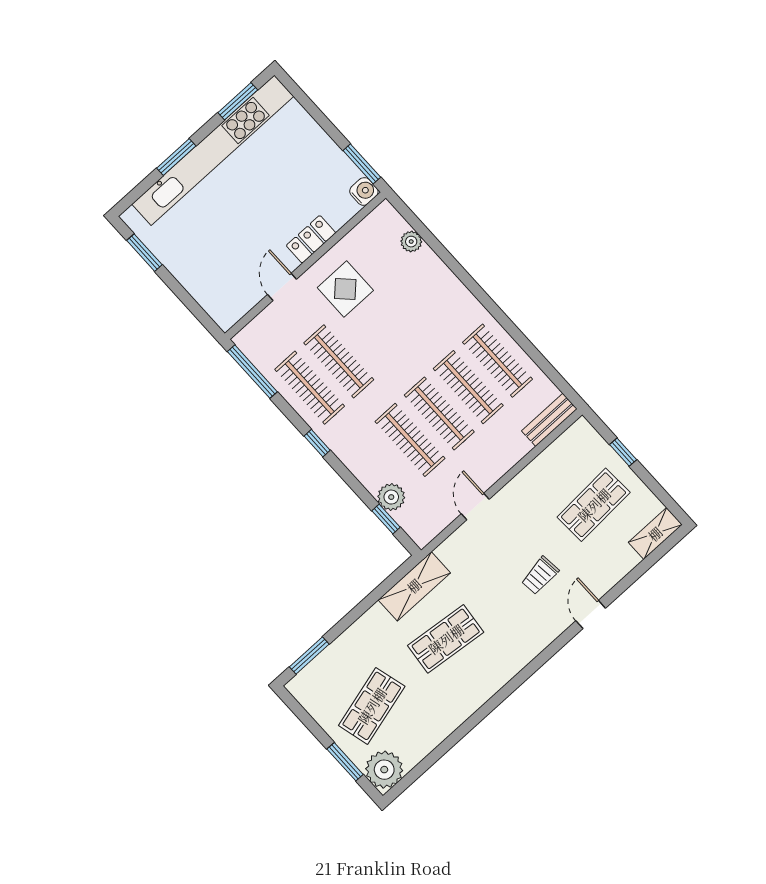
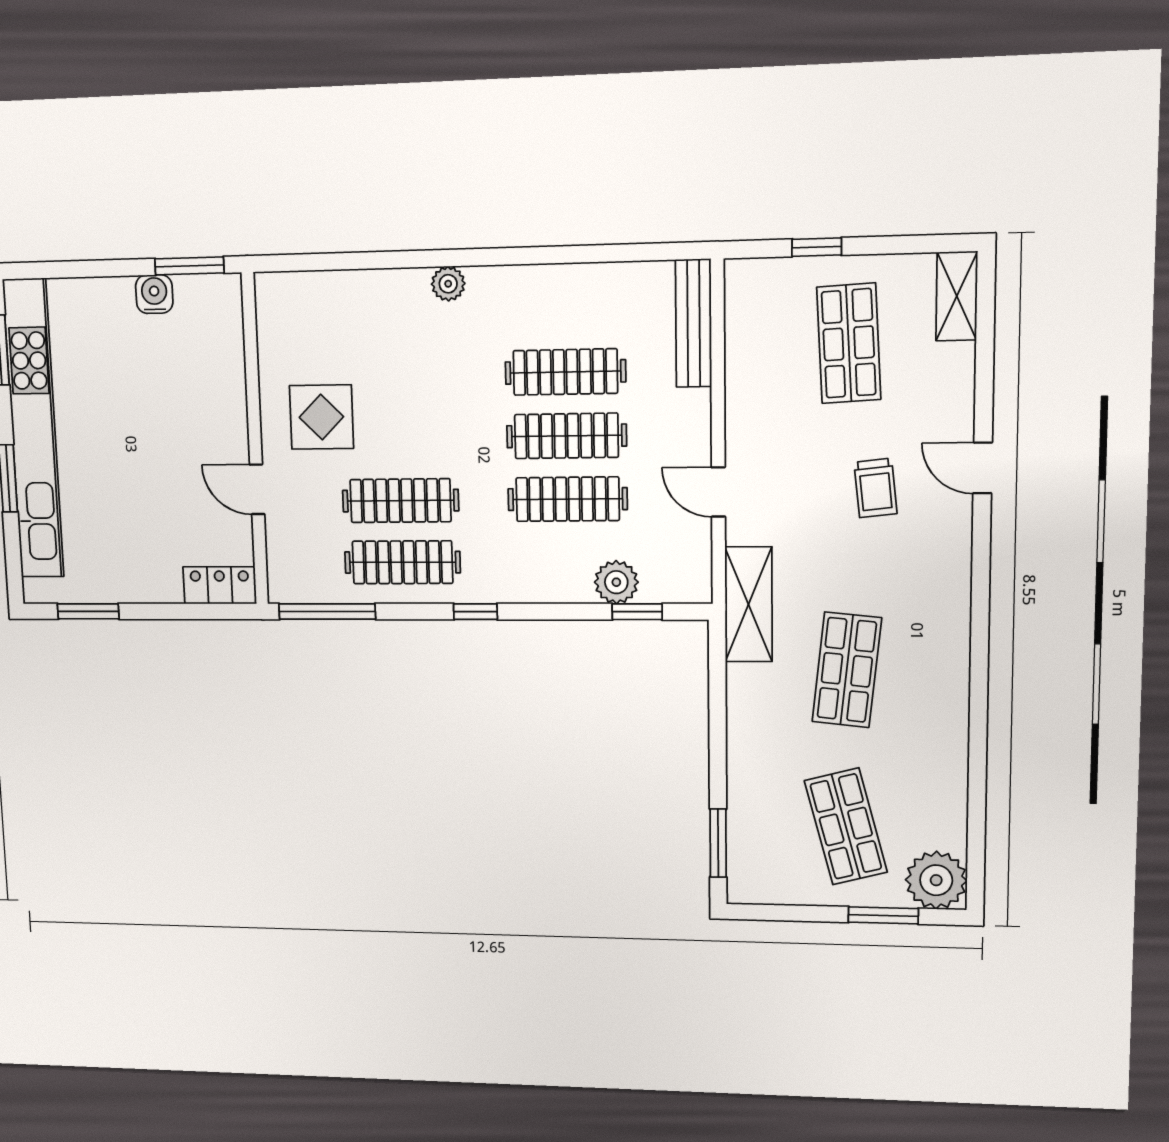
water cooler: (364, 191) -> (154, 294), moved
locker: (311, 239) -> (220, 585), moved, turned 90
plant: (411, 242) -> (448, 284), moved
clothes rail: (497, 361) -> (564, 307), removed
bench: (549, 420) -> (694, 323), width x1.36
shelving: (414, 586) -> (748, 604), moved

